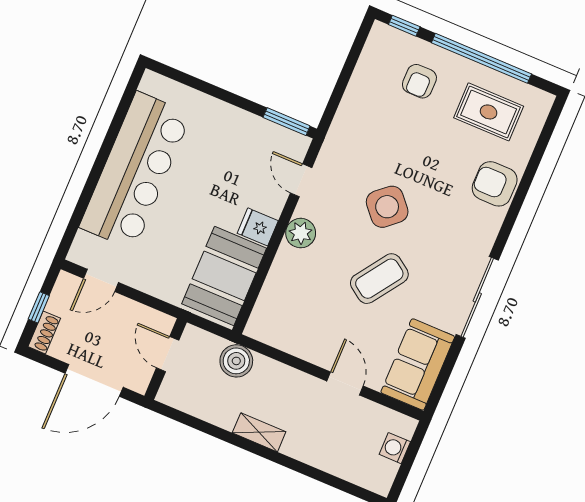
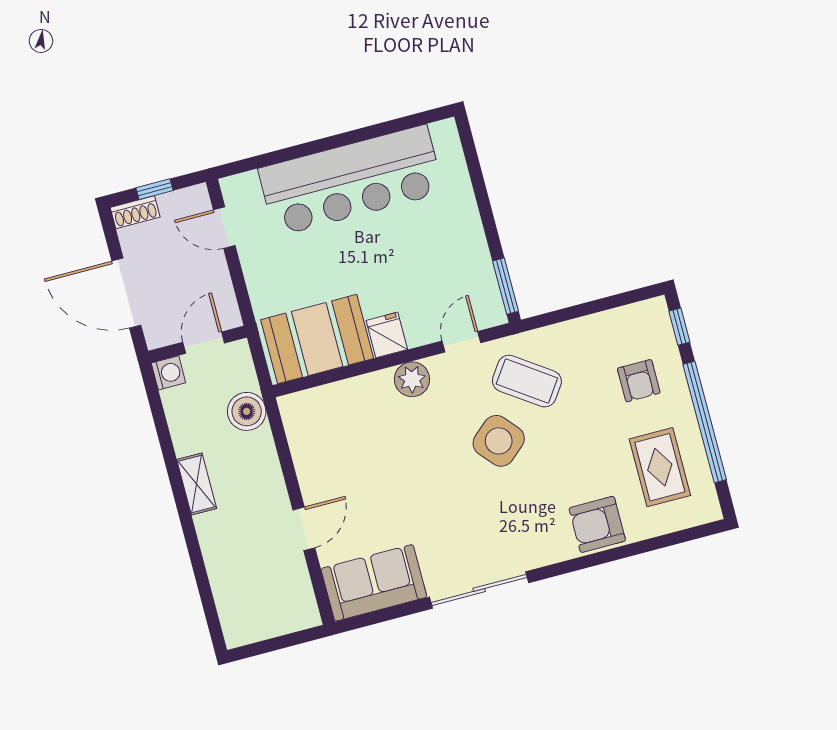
armchair: (419, 81) -> (639, 381), turned -90
armchair: (495, 184) -> (597, 524), turned -90
coffee table: (379, 279) -> (527, 381), moved
washing machine: (395, 448) -> (168, 373), moved, turned 90

